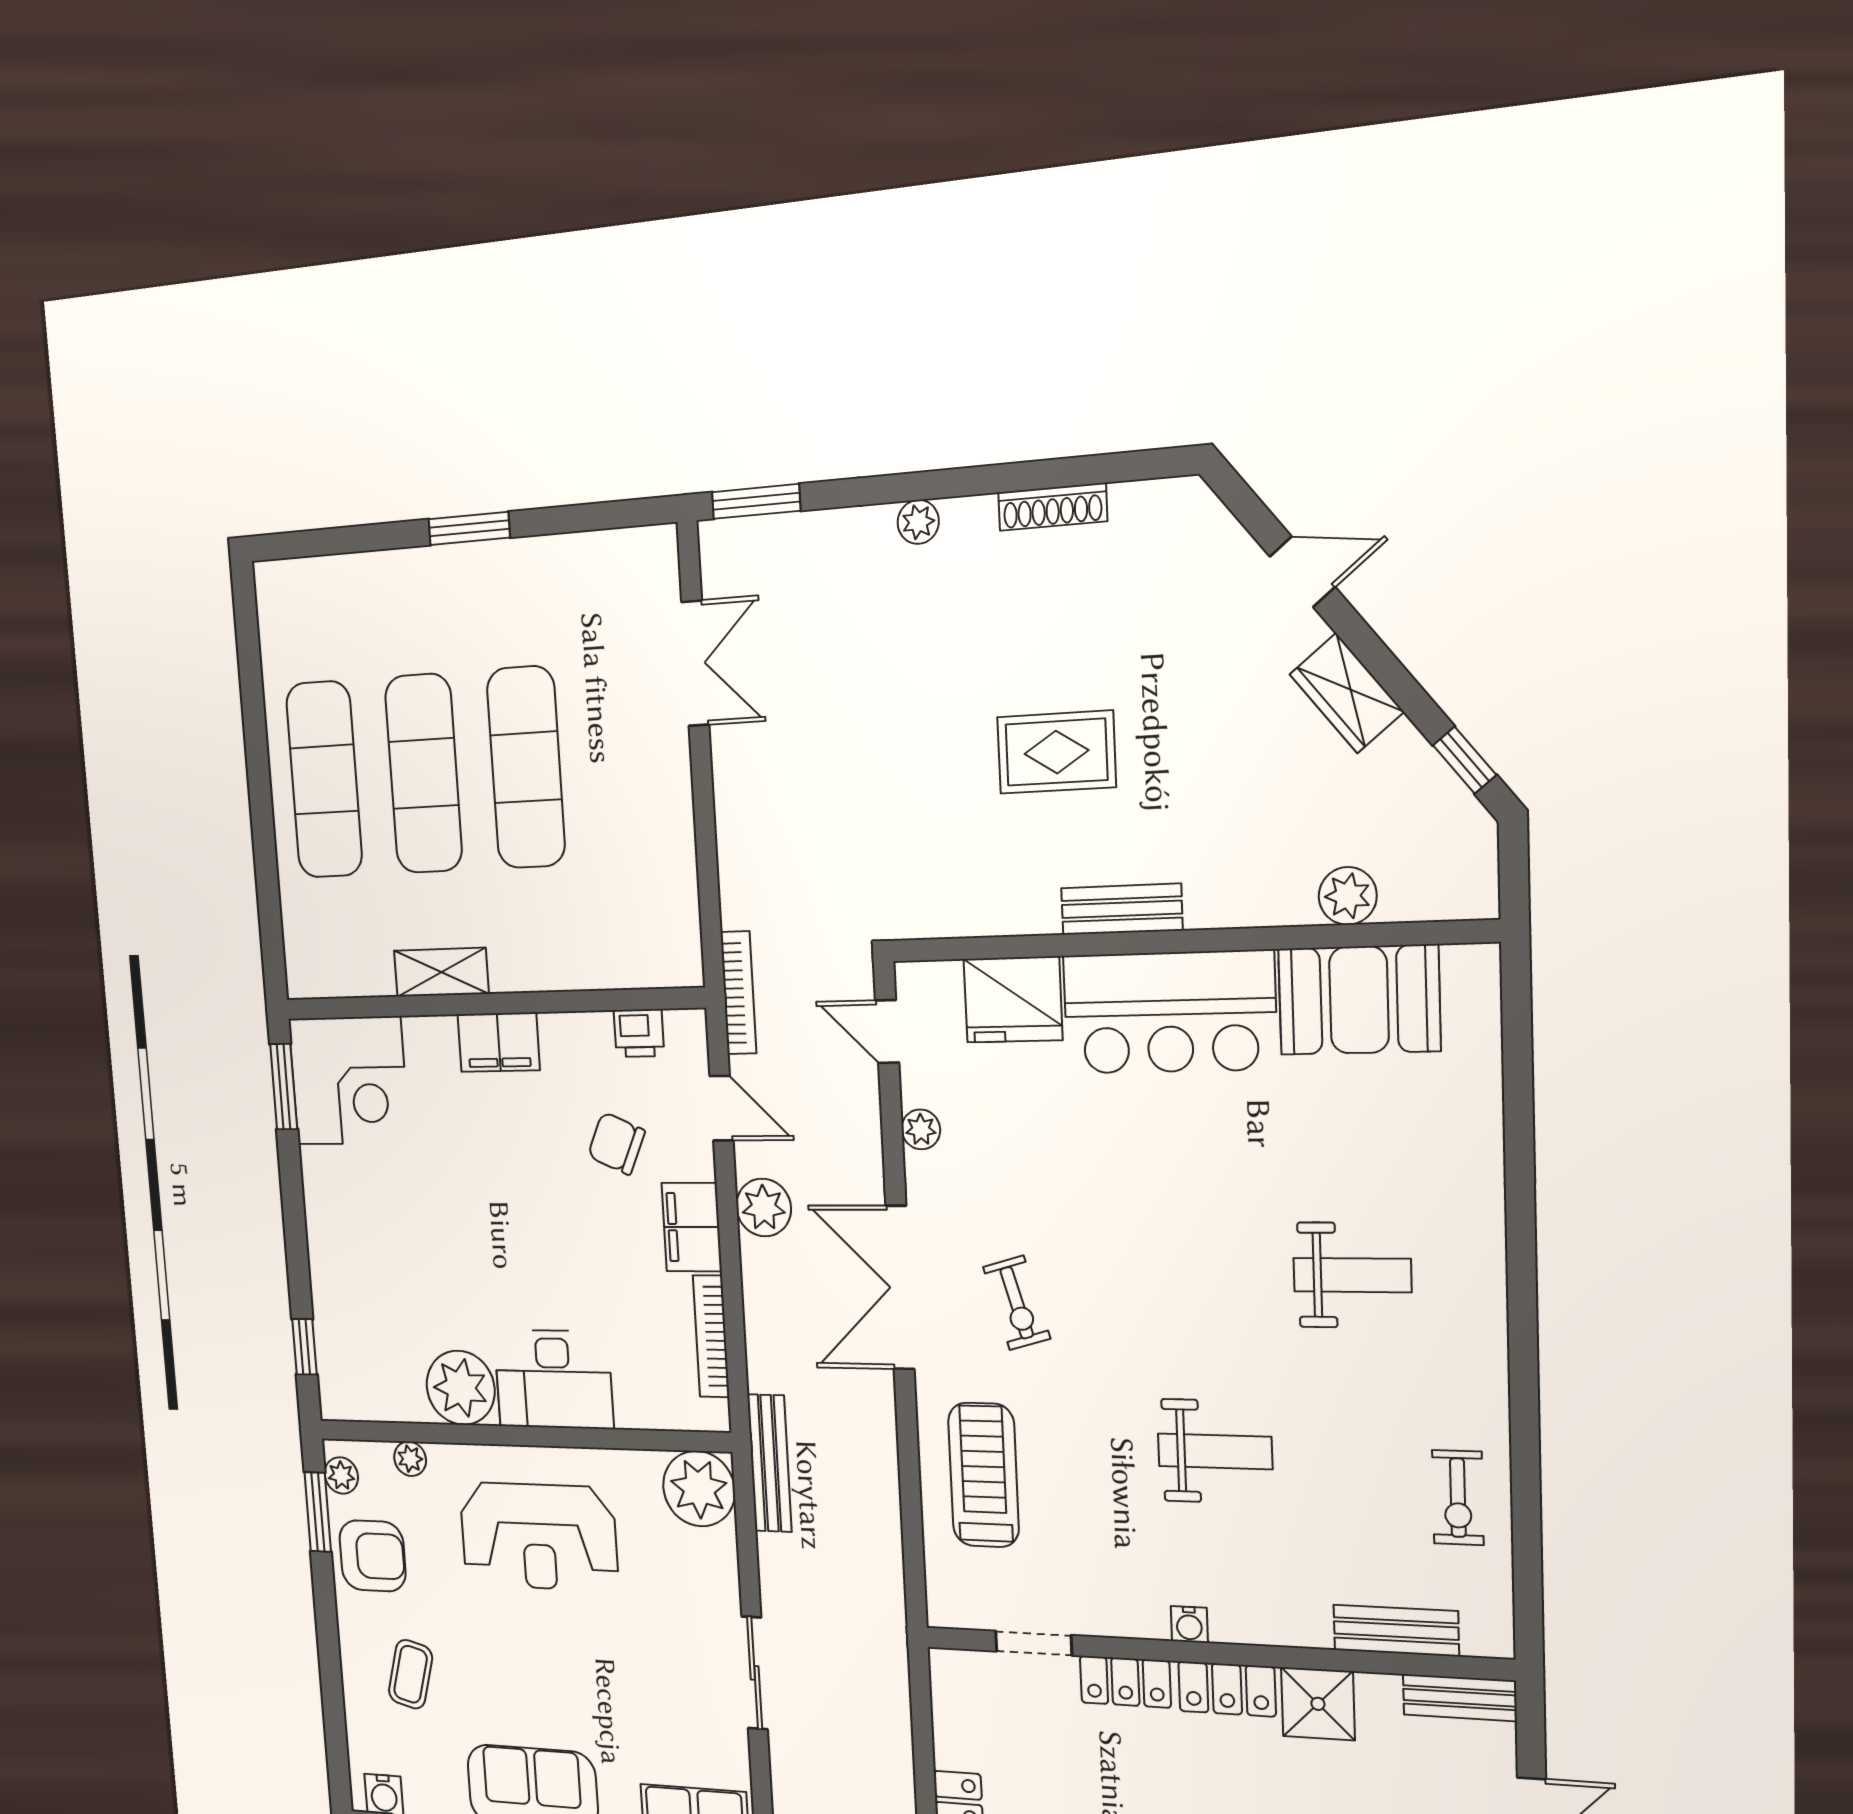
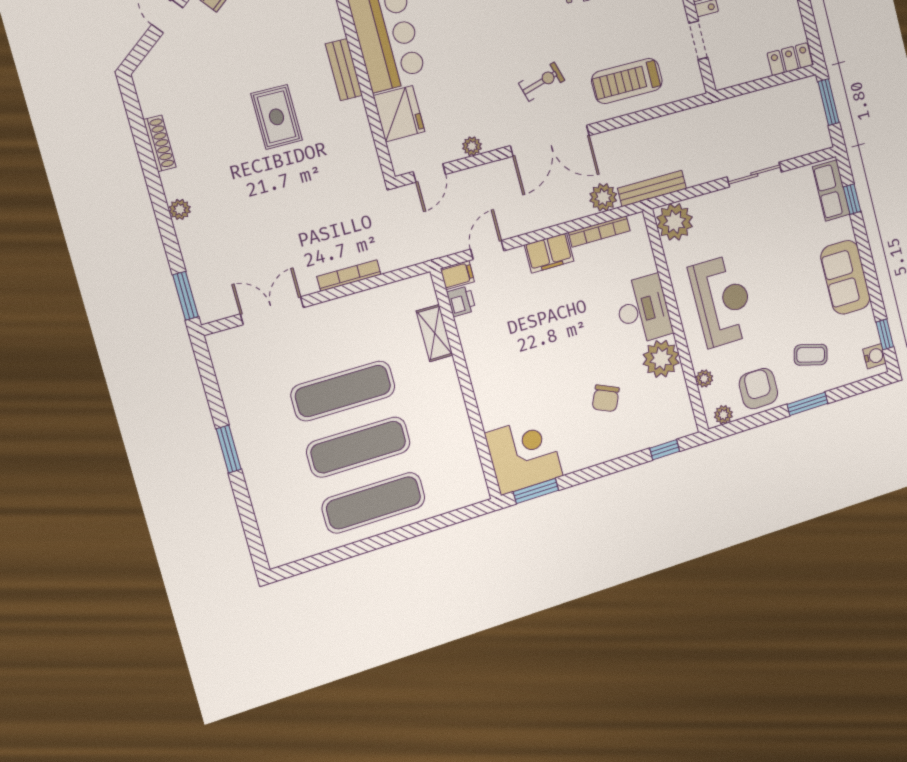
shelving: (441, 972) -> (435, 333), moved
bookcase: (738, 993) -> (349, 276), moved
filing cabinet: (499, 1042) -> (457, 275), moved, width x0.50
chair: (616, 1143) -> (606, 398), moved
plant: (764, 1208) -> (603, 197), moved
window: (318, 1512) -> (807, 404), moved

